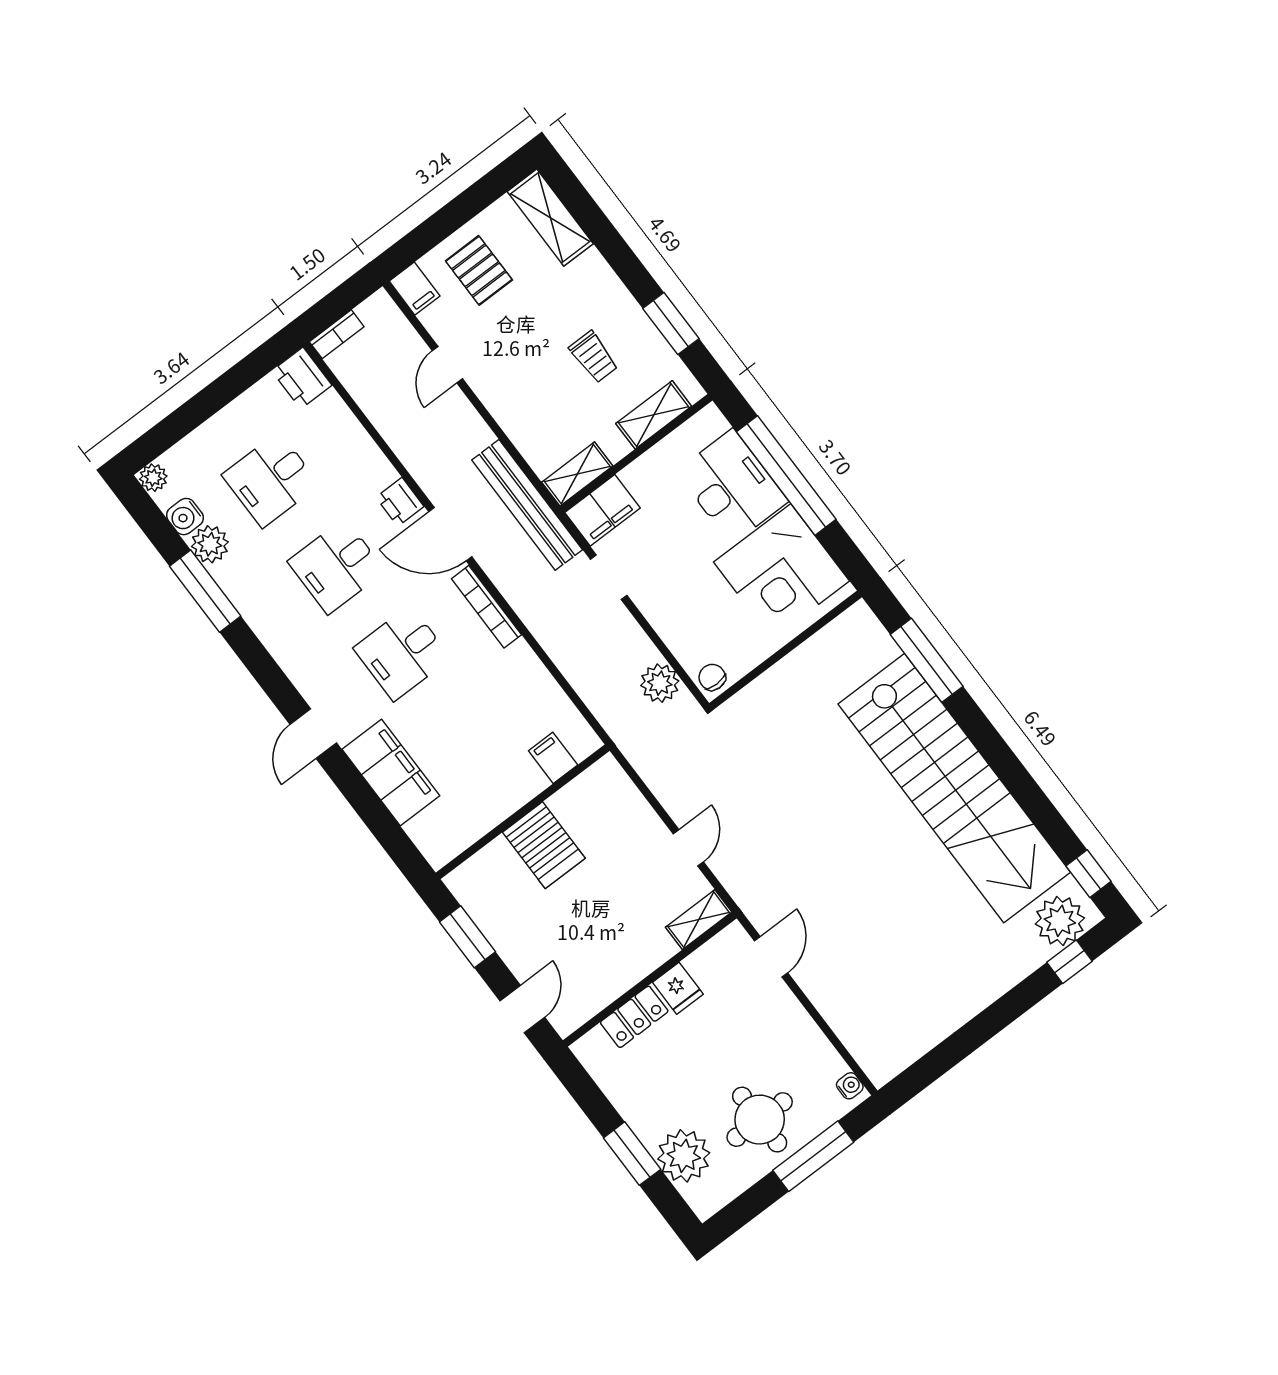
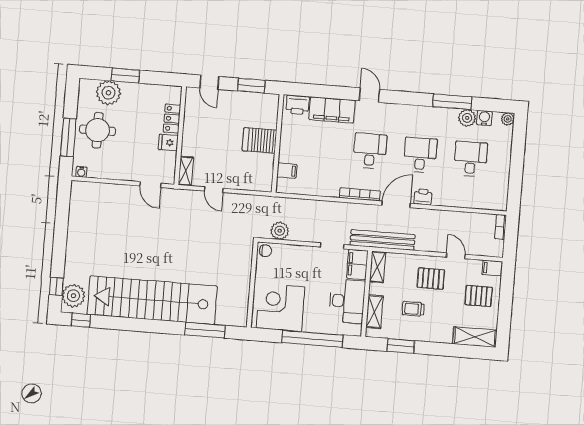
pallet: (520, 372) -> (431, 279), added
printer: (302, 378) -> (298, 105), moved, turned 180
desk: (732, 486) -> (347, 301), moved, turned -90

